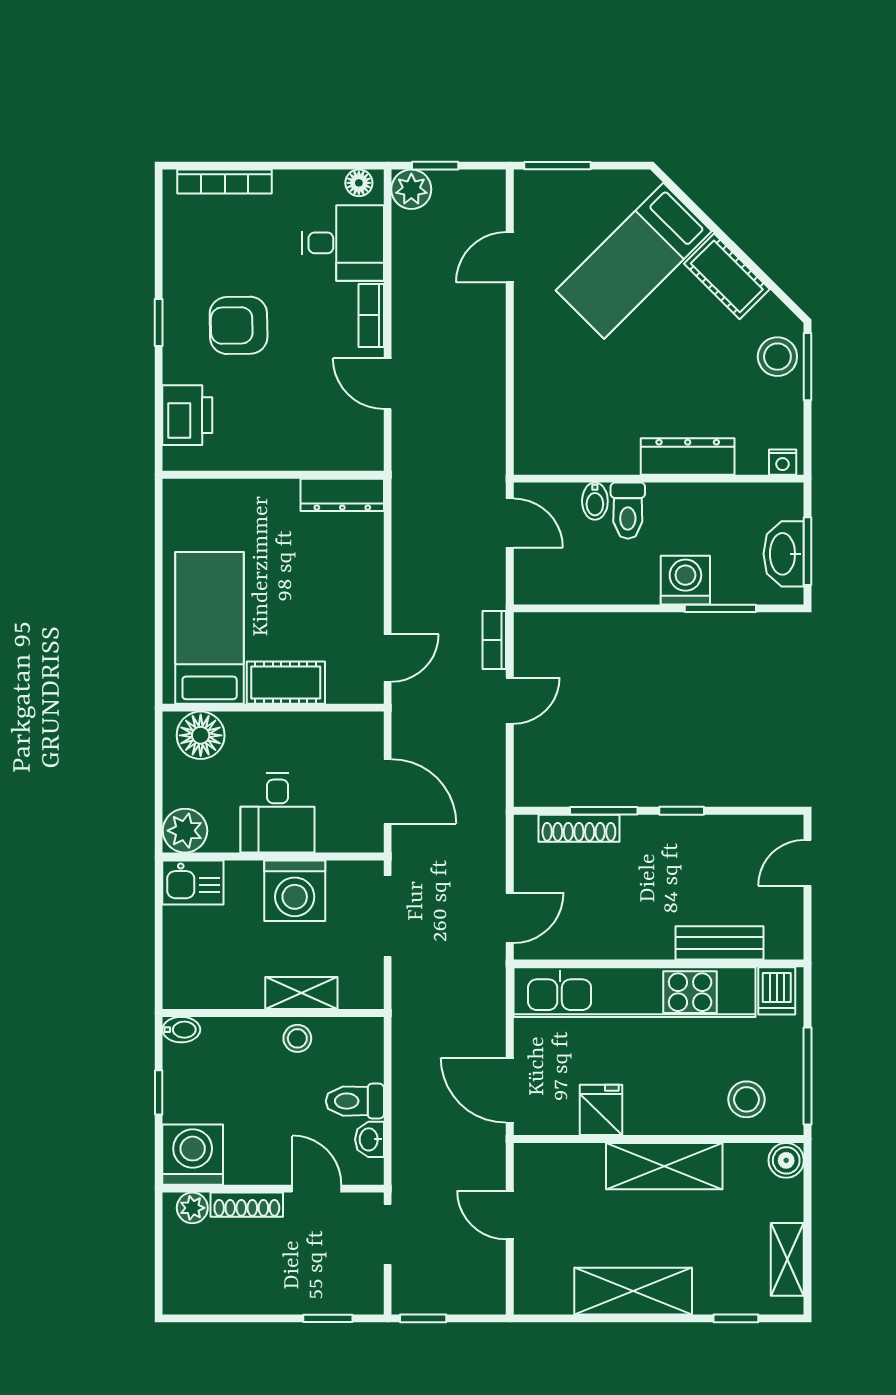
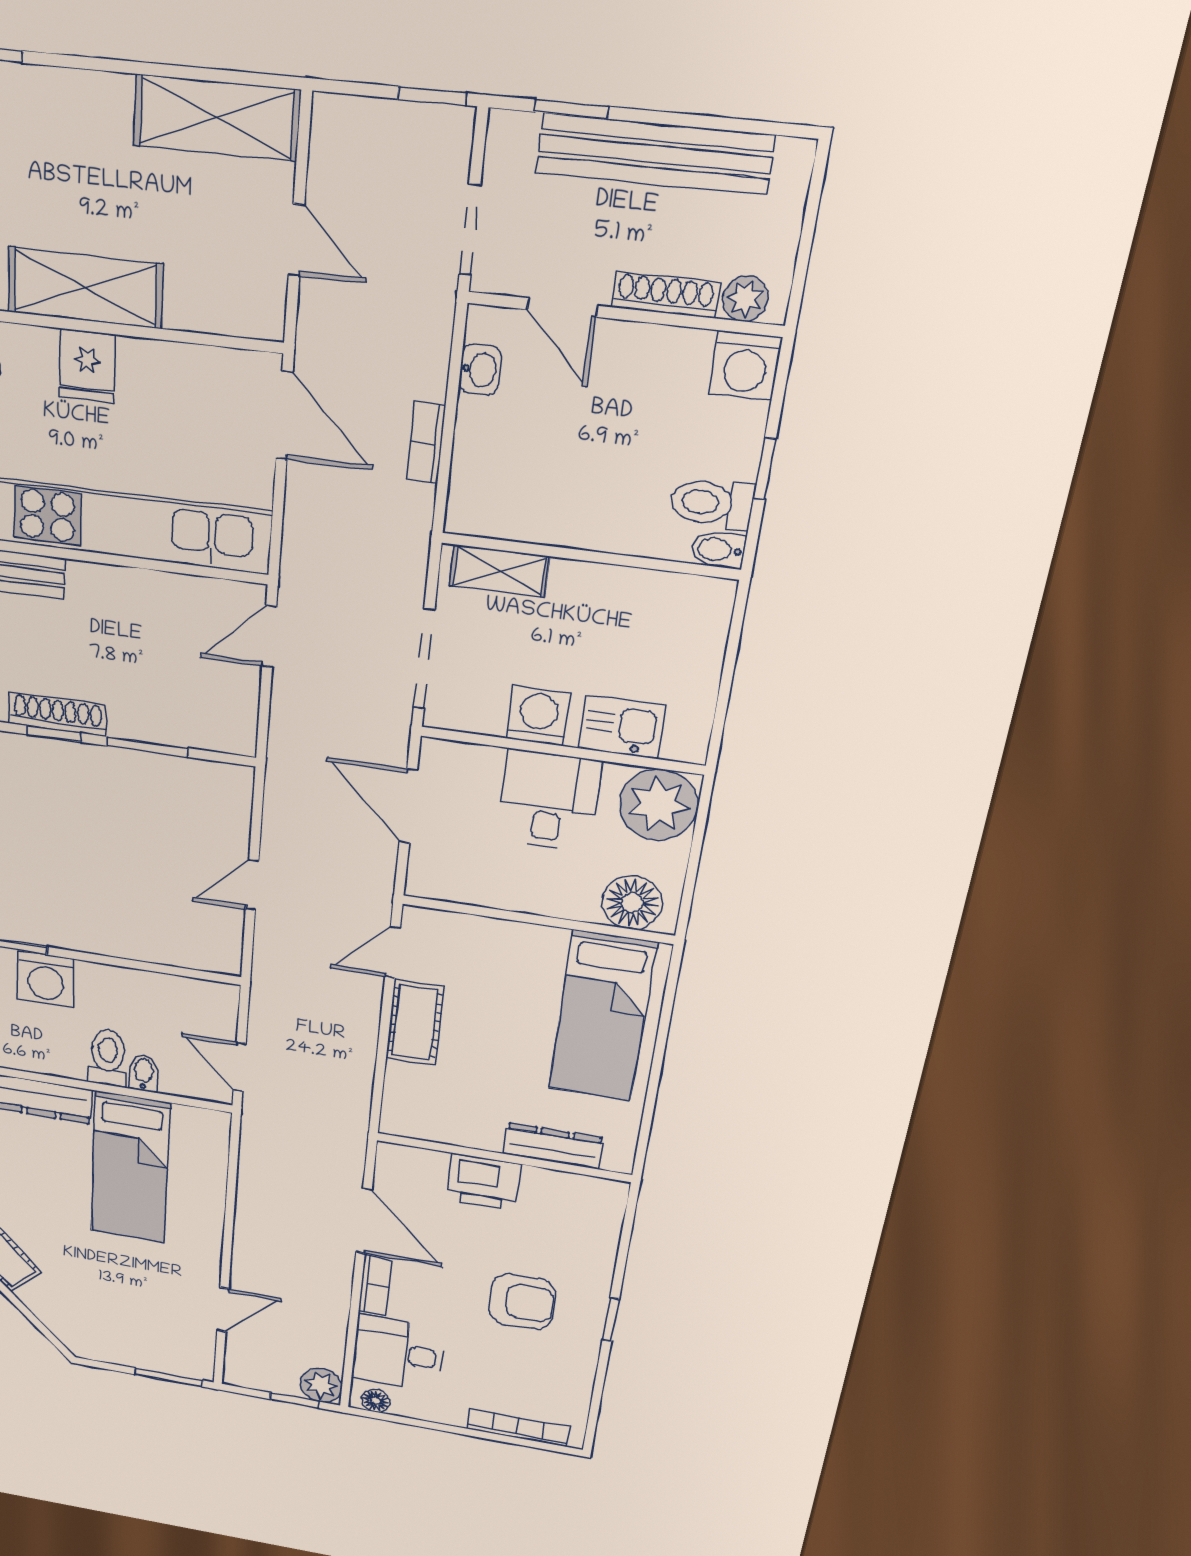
bed: (634, 261) -> (130, 1168), moved, turned 135
door: (388, 384) -> (364, 1221), width x1.38
printer: (187, 415) -> (483, 1182), moved, turned -90
dresser: (342, 495) -> (553, 1146), moved
bookcase: (494, 640) -> (426, 443), moved, turned 180
cot: (286, 683) -> (415, 1023), moved, turned 90
shoe rack: (579, 828) -> (58, 714), moved
plant: (185, 831) -> (658, 805), width x1.36, depth x1.36
kitchen sink: (193, 882) -> (621, 727), moved
washing machine: (295, 891) -> (538, 716), width x0.73, depth x0.73
shelving: (301, 993) -> (499, 571), moved
stool: (297, 1038) -> (562, 519), removed
toilet: (355, 1101) -> (712, 503), moved, turned 180
fridge: (601, 1110) -> (87, 366), moved
washing machine: (193, 1155) -> (745, 366), width x0.73, depth x0.73
shelving: (633, 1291) -> (216, 118), moved
bench: (268, 1295) -> (655, 154), added

